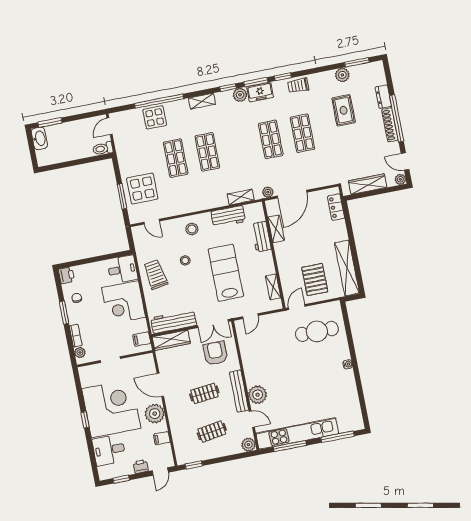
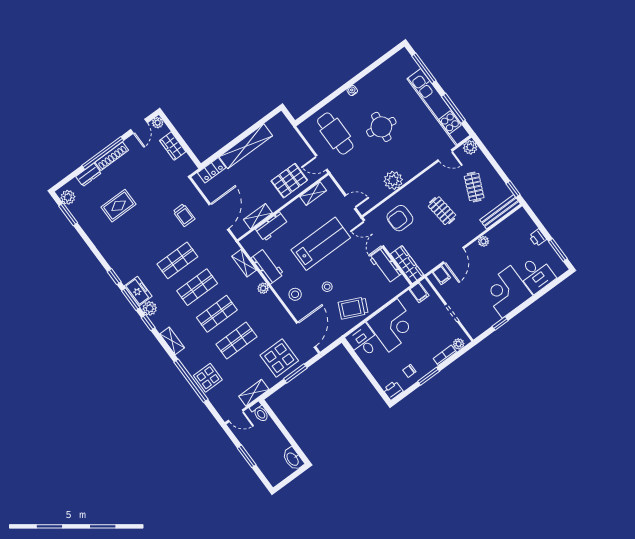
plant: (342, 75) -> (68, 197), moved
trolley: (298, 86) -> (184, 215), moved
window: (50, 123) -> (247, 456), moved
shop shelf: (302, 133) -> (197, 287), moved
washbasin: (39, 138) -> (293, 459), moved, turned -90
shelving: (122, 152) -> (254, 393), added
wardrobe: (368, 184) -> (173, 146), width x0.67
plant: (268, 192) -> (263, 288), moved
door: (292, 194) -> (219, 217), hinge flipped
door: (152, 222) -> (306, 335), width x1.87
shelving: (347, 268) -> (246, 146), moved
lab bench: (226, 273) -> (321, 244), turned 180
trolley: (156, 274) -> (353, 308), turned 34
pallet: (315, 280) -> (289, 181), moved
workbench: (174, 322) -> (385, 266), width x0.73
double door: (213, 324) -> (374, 233), swing flipped
round table: (303, 375) -> (381, 127), added
bench: (239, 391) -> (500, 212), moved
plant: (258, 395) -> (393, 180), moved
corner desk: (111, 408) -> (506, 292), width x0.74, depth x0.74
plant: (155, 414) -> (483, 241), width x0.53, depth x0.53
door: (252, 419) -> (445, 155), swing flipped
window: (85, 420) -> (500, 323), moved
clothes rail: (212, 432) -> (474, 187), turned 33
filing cabinet: (162, 438) -> (442, 275), moved
door: (160, 472) -> (534, 217), removed
window: (121, 479) -> (558, 250), width x1.50

